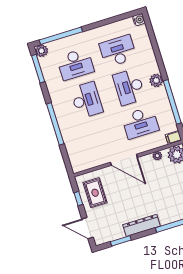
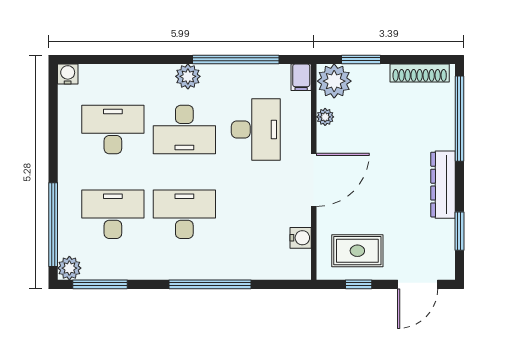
desk: (118, 51) -> (113, 129), turned 90
desk: (75, 64) -> (113, 214), turned -90
water cooler: (93, 162) -> (301, 238), added

